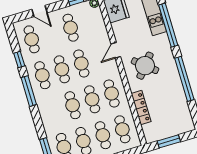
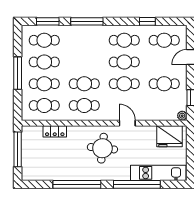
round table: (145, 66) -> (102, 148), turned -34
window: (29, 91) -> (87, 21), moved
cafe table: (73, 105) -> (84, 62), removed
locker: (141, 108) -> (55, 131), width x0.66
window: (169, 141) -> (18, 149), width x1.44

